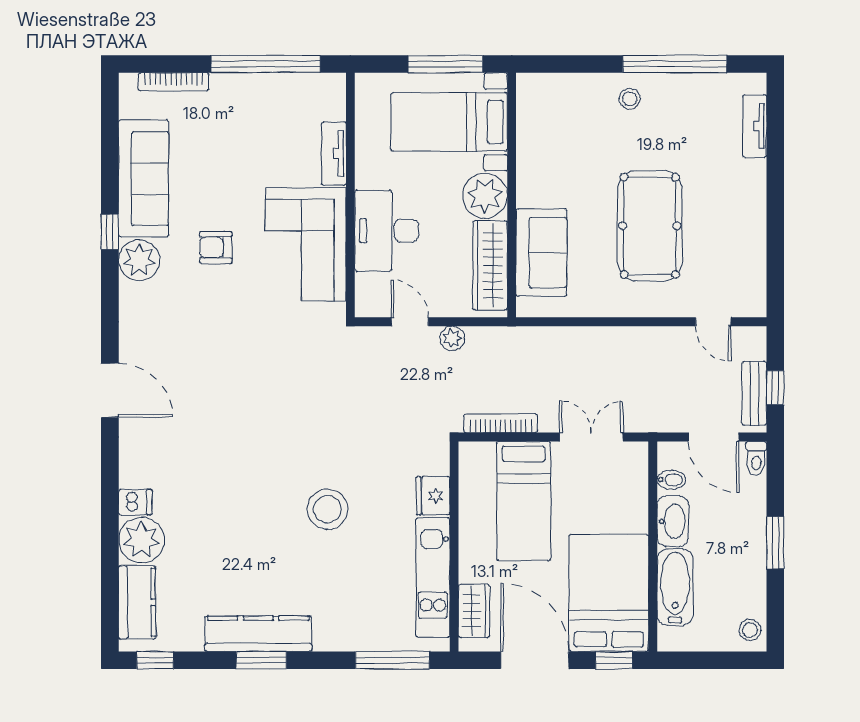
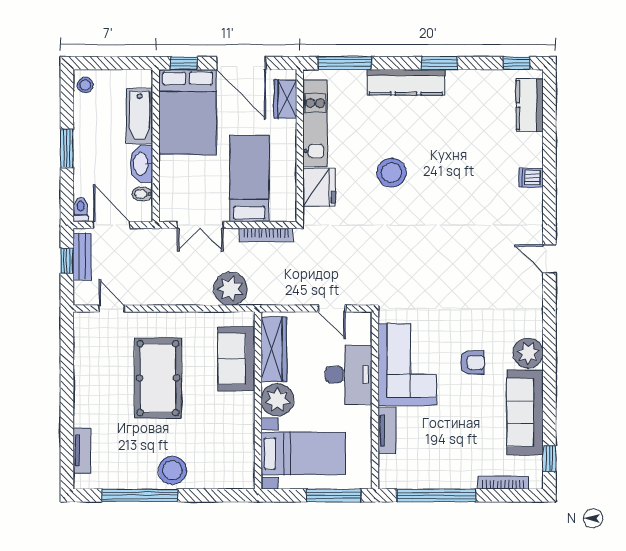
window: (446, 64) -> (334, 495), moved
stool: (630, 99) -> (172, 470), width x1.89, depth x1.89
window: (110, 232) -> (549, 459), moved
plant: (452, 338) -> (231, 289), moved, width x1.88, depth x1.88
door: (110, 390) -> (549, 259), width x0.73
fridge: (433, 496) -> (319, 187), width x1.36, depth x1.34
plant: (141, 540) -> (526, 150), removed
kitchen counter: (258, 634) -> (406, 82), moved

